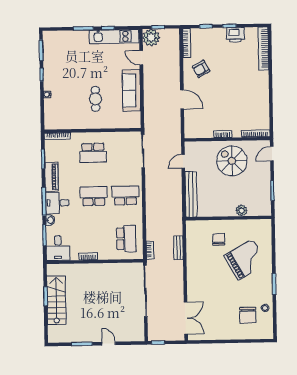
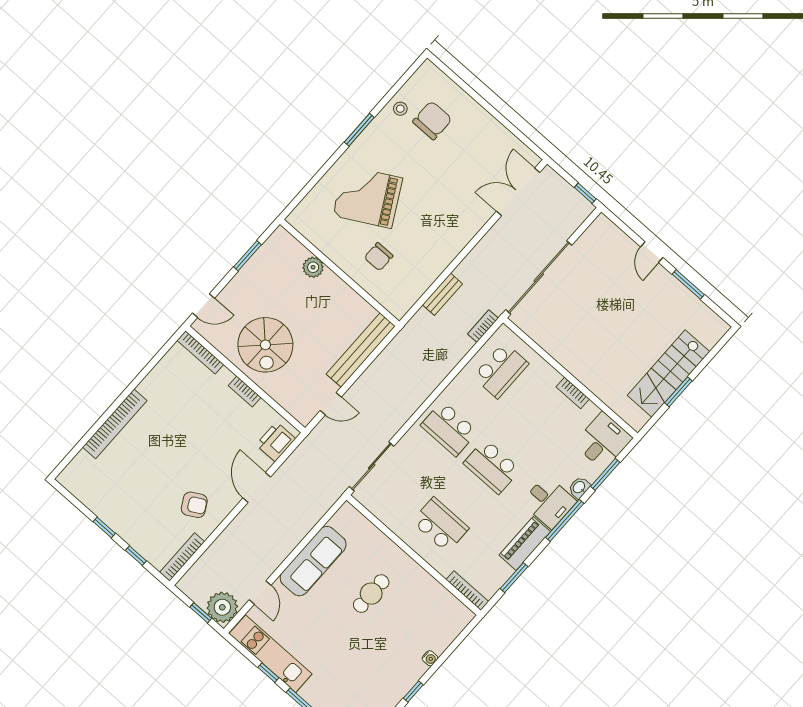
printer: (235, 35) -> (276, 442), moved, turned -90
bookcase: (263, 49) -> (115, 424), moved
school desk: (126, 239) -> (501, 370), turned 180

